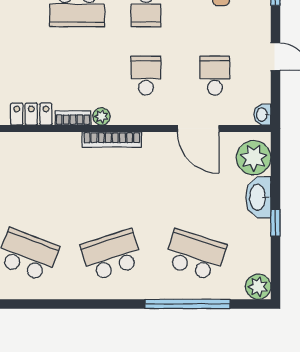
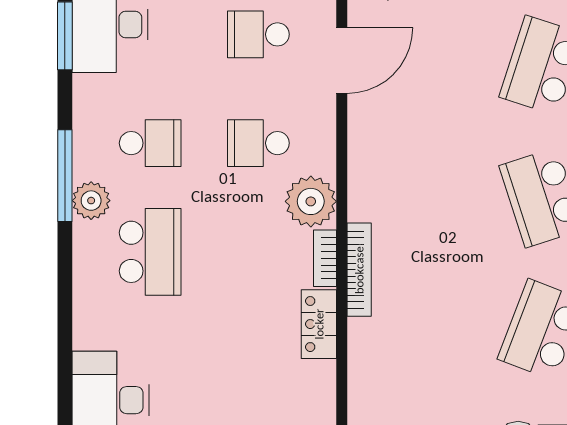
plant: (101, 116) -> (311, 201), width x1.88, depth x1.88
bookcase: (112, 140) -> (359, 270), moved

